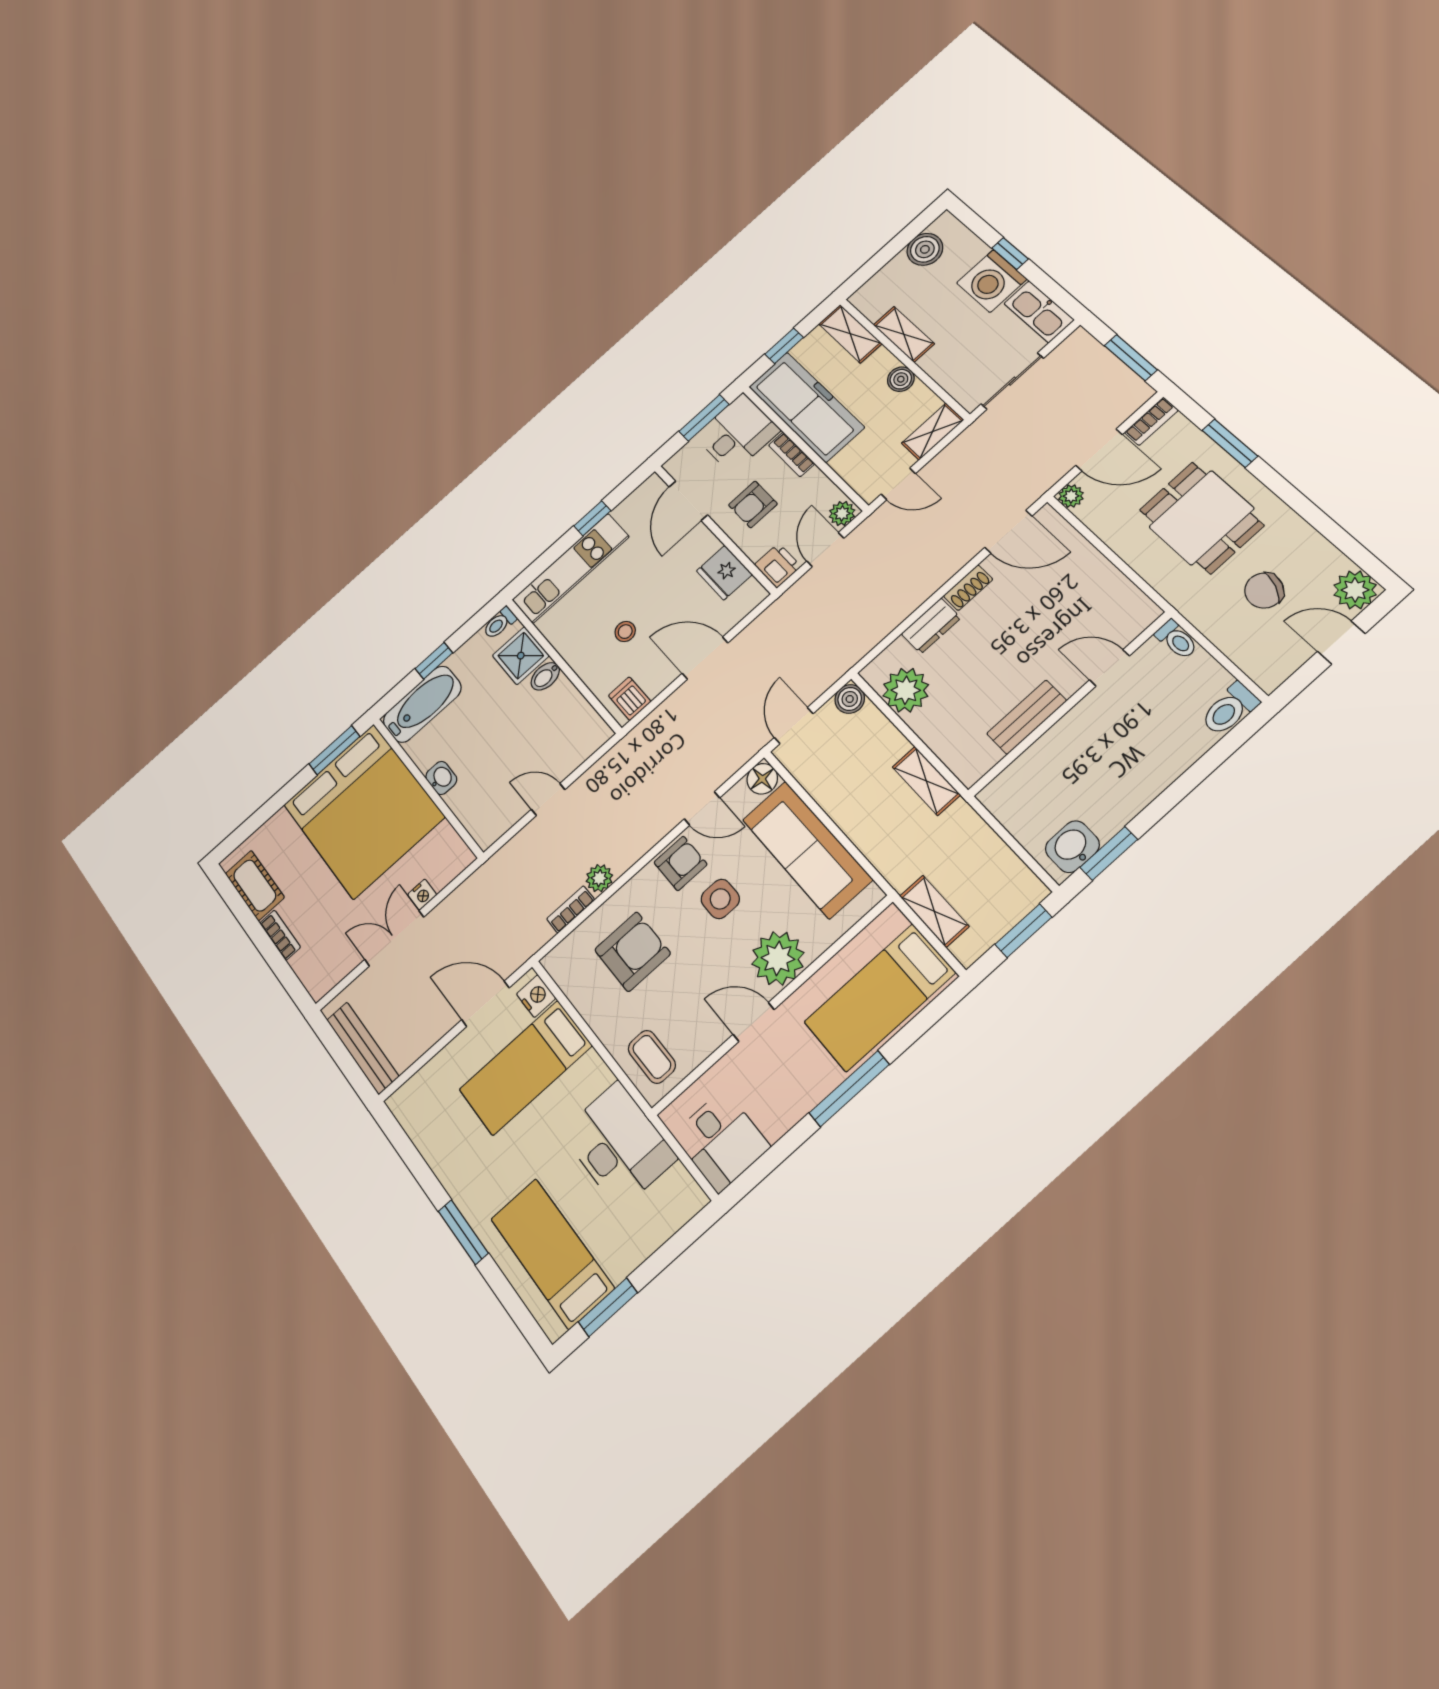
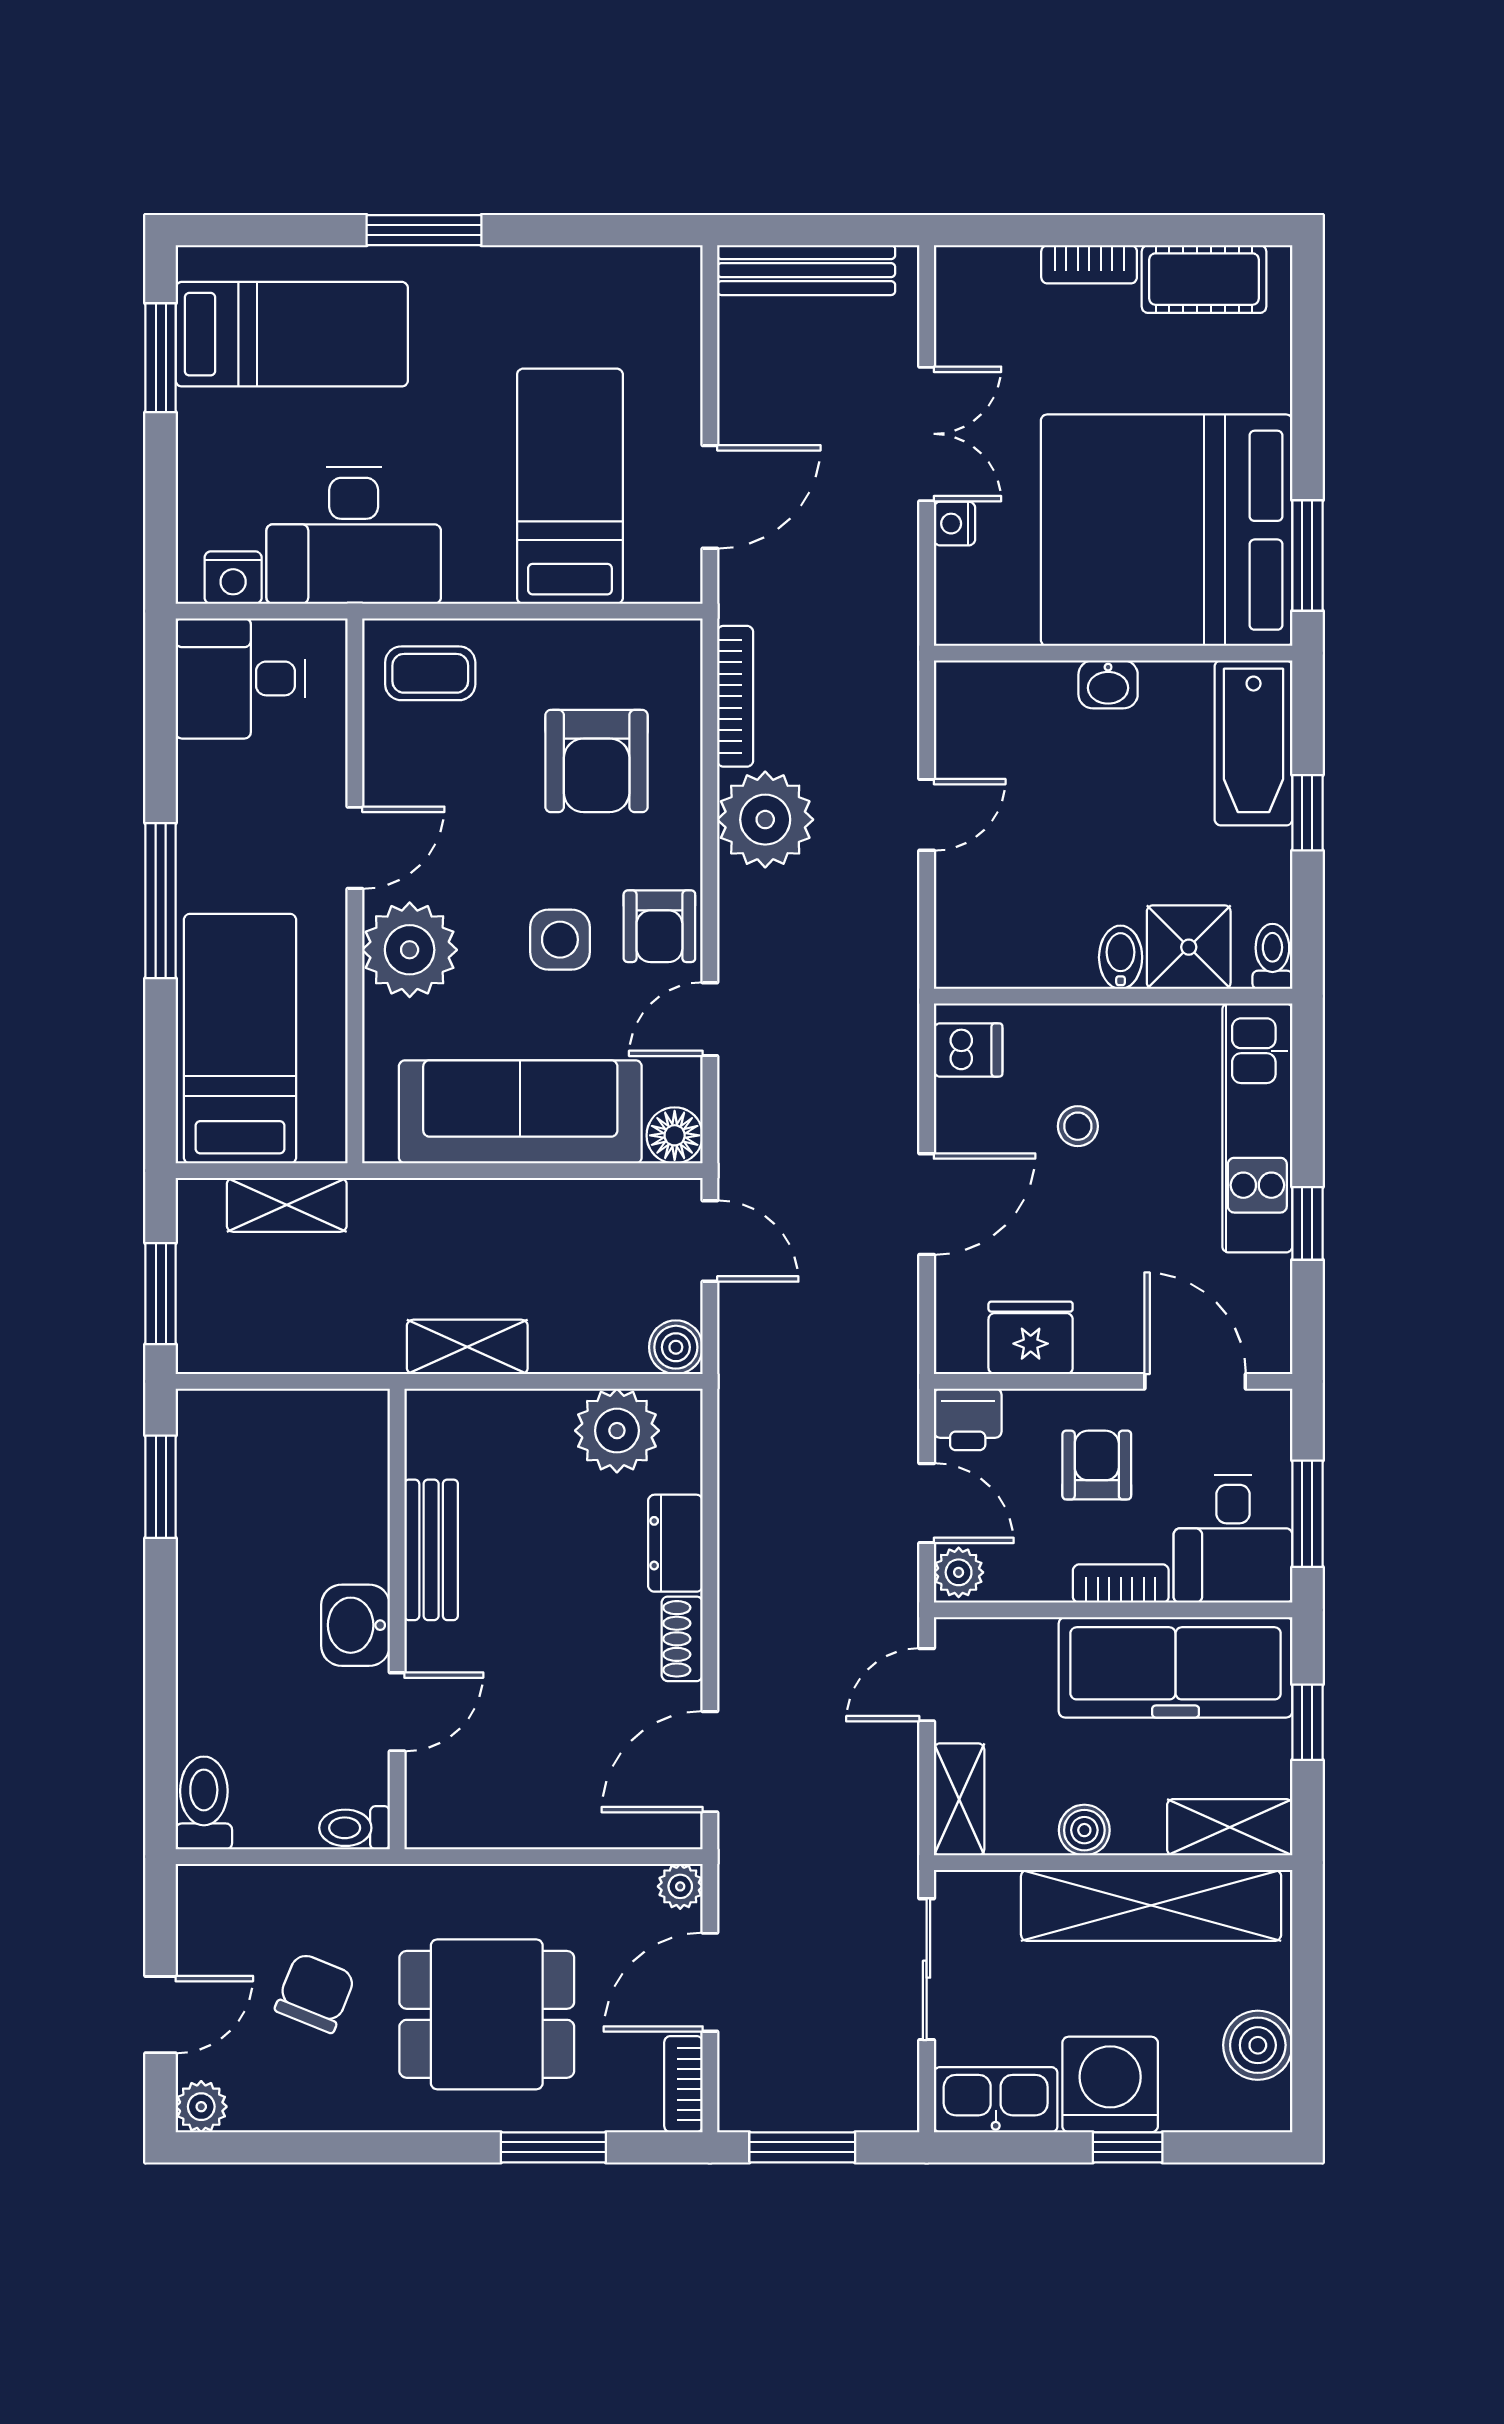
shelving: (904, 334) -> (1151, 1905), width x2.20, depth x1.33
plant: (1355, 590) -> (201, 2107), width x0.73, depth x0.73
washbasin: (1072, 847) -> (355, 1625), moved, turned 180
plant: (599, 878) -> (765, 820), width x1.88, depth x1.88
bookcase: (571, 909) -> (735, 696), width x1.56
nightstand: (536, 996) -> (233, 578), moved

